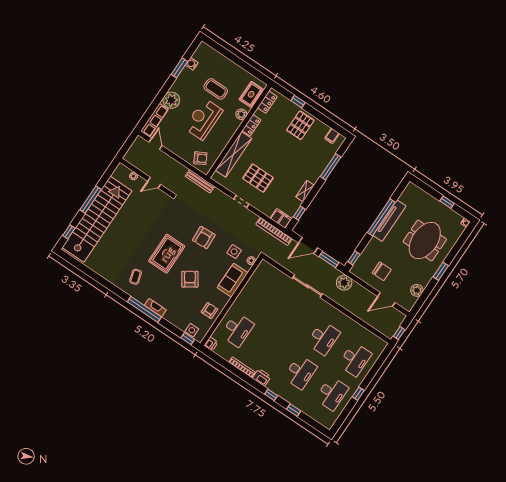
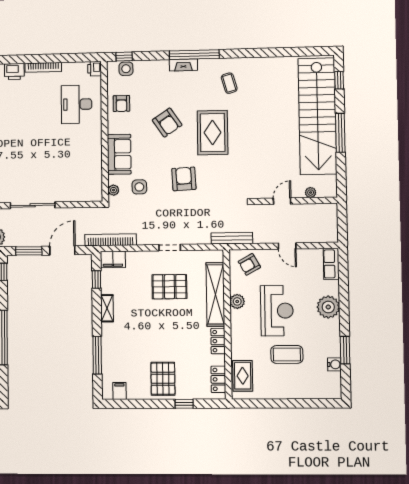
plant: (241, 114) -> (237, 301), moved
row of seats: (154, 120) -> (331, 264), width x0.68
door: (156, 144) -> (287, 246), moved

